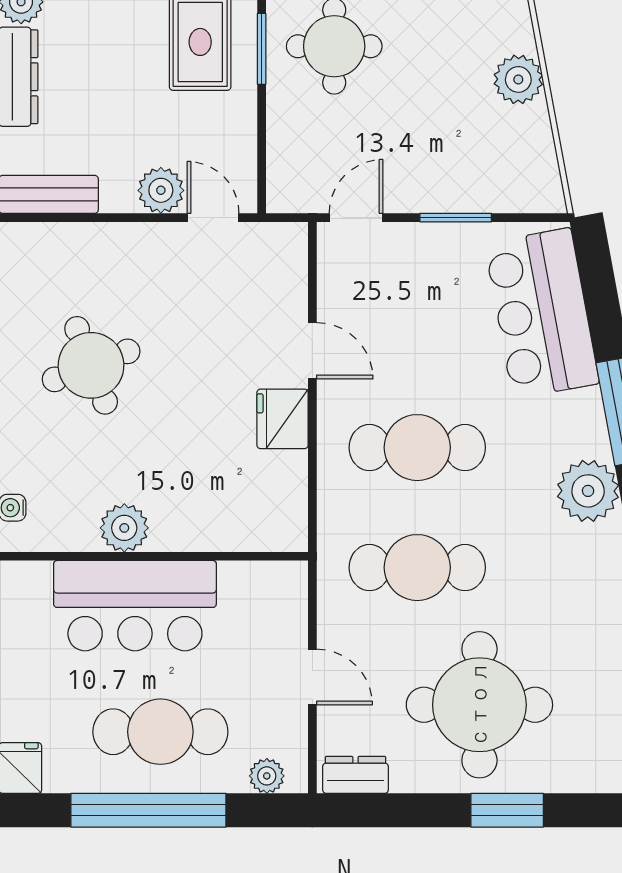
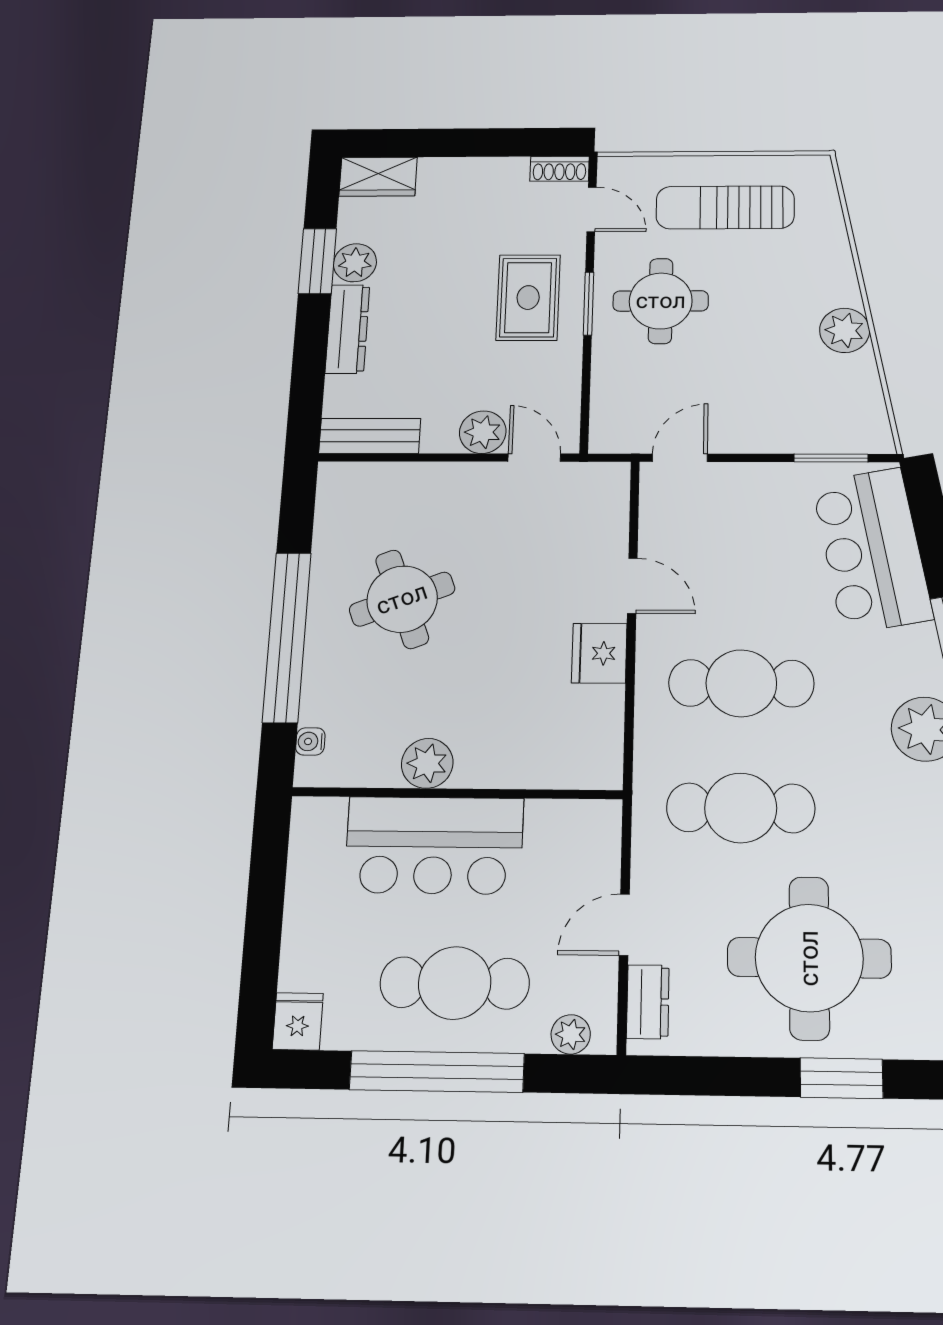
window: (456, 218) -> (831, 458), moved
door: (312, 677) -> (624, 925), swing flipped
dresser: (355, 775) -> (648, 1002), moved, turned 90

